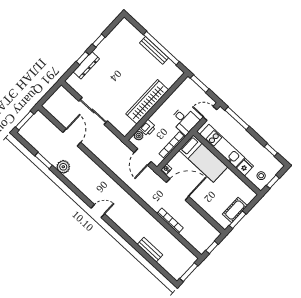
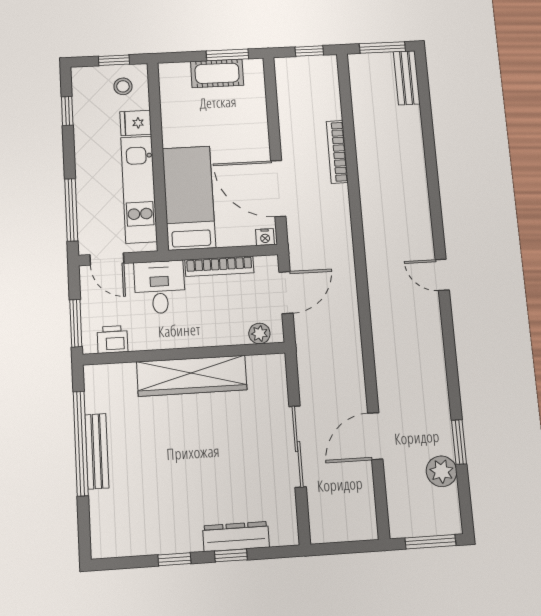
printer: (148, 128) -> (112, 339), moved
plant: (63, 167) -> (442, 471), moved
bench: (150, 250) -> (407, 78), moved

